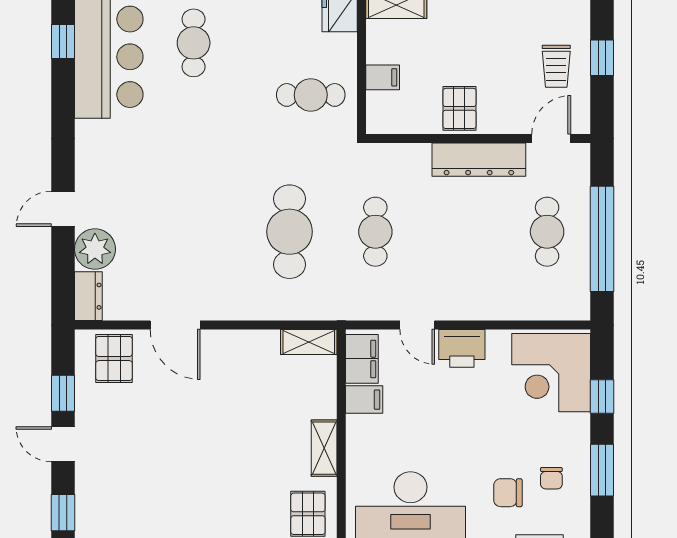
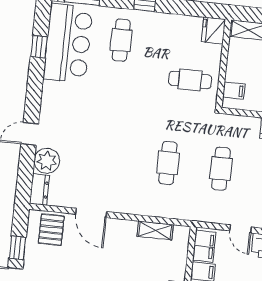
window: (63, 42) -> (39, 47), moved
filing cabinet: (383, 77) -> (234, 90), moved
cafe table: (290, 232) -> (168, 163), width x0.73, depth x0.74
shelving: (309, 342) -> (155, 230), moved

